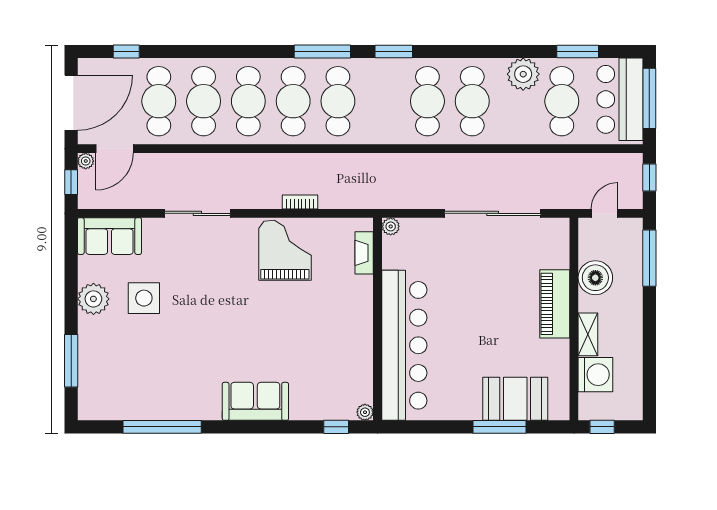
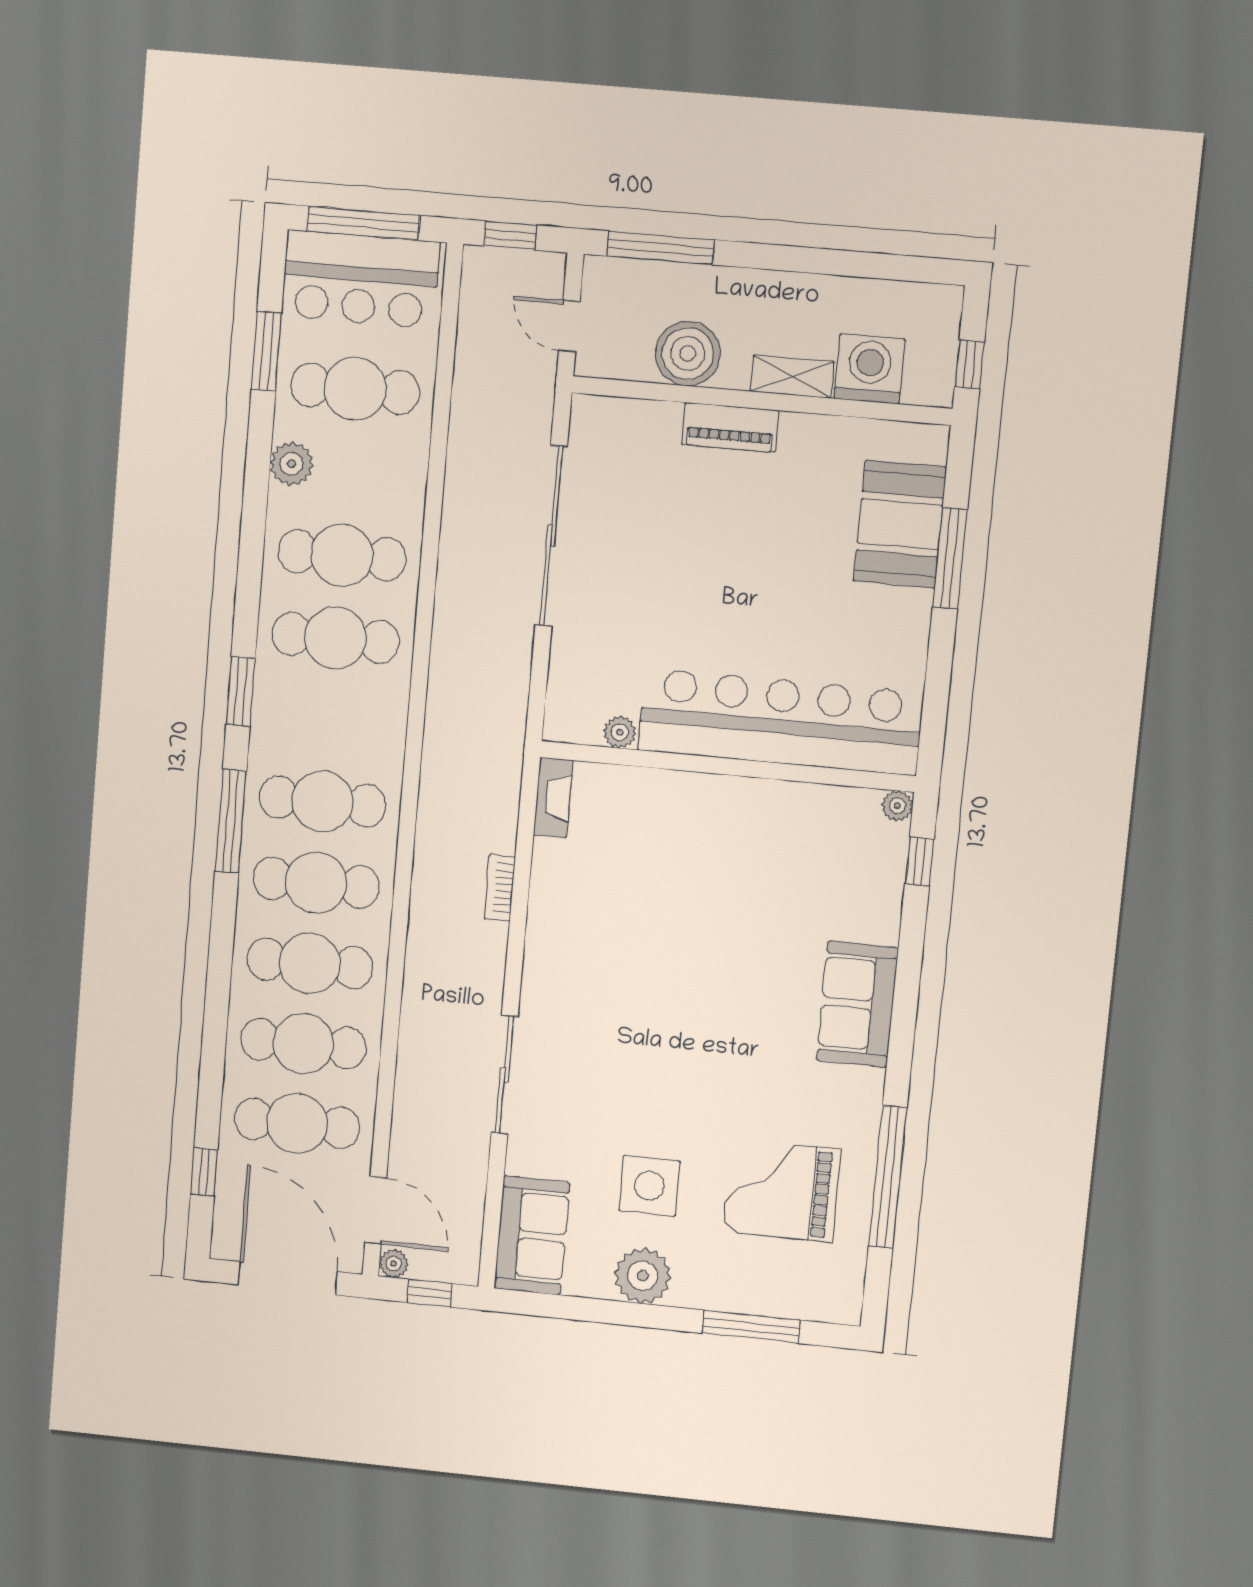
plant: (523, 74) -> (292, 464), width x0.73, depth x0.73
plant: (391, 226) -> (620, 732), moved
grand piano: (285, 250) -> (782, 1191), moved
fireplace: (364, 253) -> (553, 797), moved, turned -90
piano: (555, 304) -> (730, 427), width x0.73, depth x0.75

